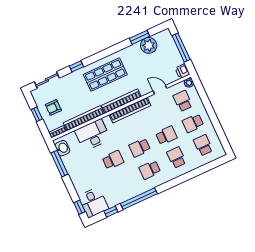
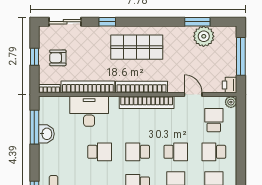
washbasin: (62, 148) -> (46, 134), moved

